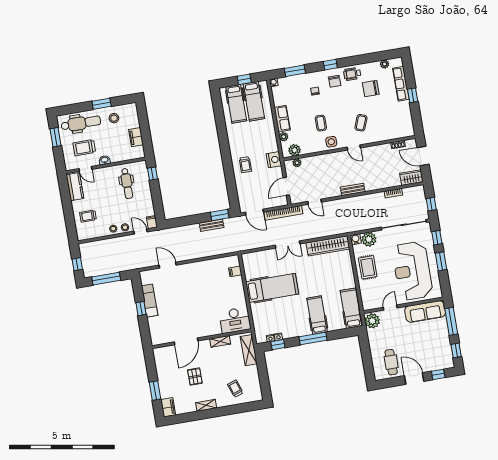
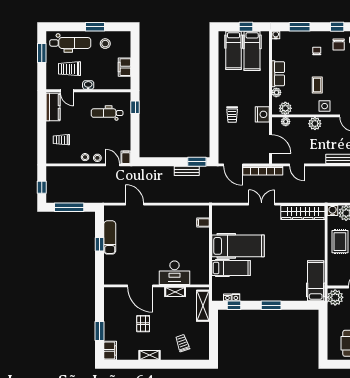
plant: (325, 160) -> (315, 124), added
dental chair: (127, 183) -> (107, 113), turned 90
door: (286, 186) -> (270, 144), swing flipped
double door: (288, 245) -> (262, 204), swing flipped
hospital bed: (317, 315) -> (231, 268), moved, turned 90
desk: (235, 320) -> (175, 273), moved
window: (313, 339) -> (271, 305), width x0.69
door: (186, 341) -> (140, 286), hinge flipped

